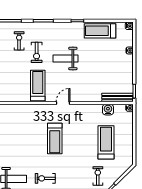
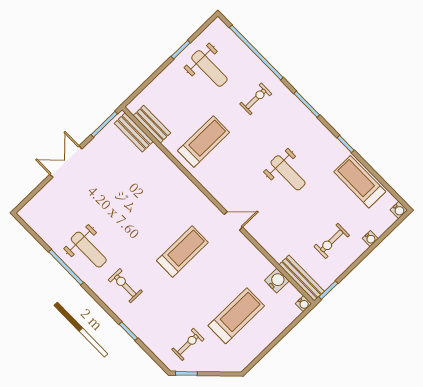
exercise bike: (37, 52) -> (332, 241), moved
weight bench: (65, 58) -> (288, 173), turned 180
treadmill: (38, 86) -> (204, 142), moved
treadmill: (55, 139) -> (182, 252), turned 180

